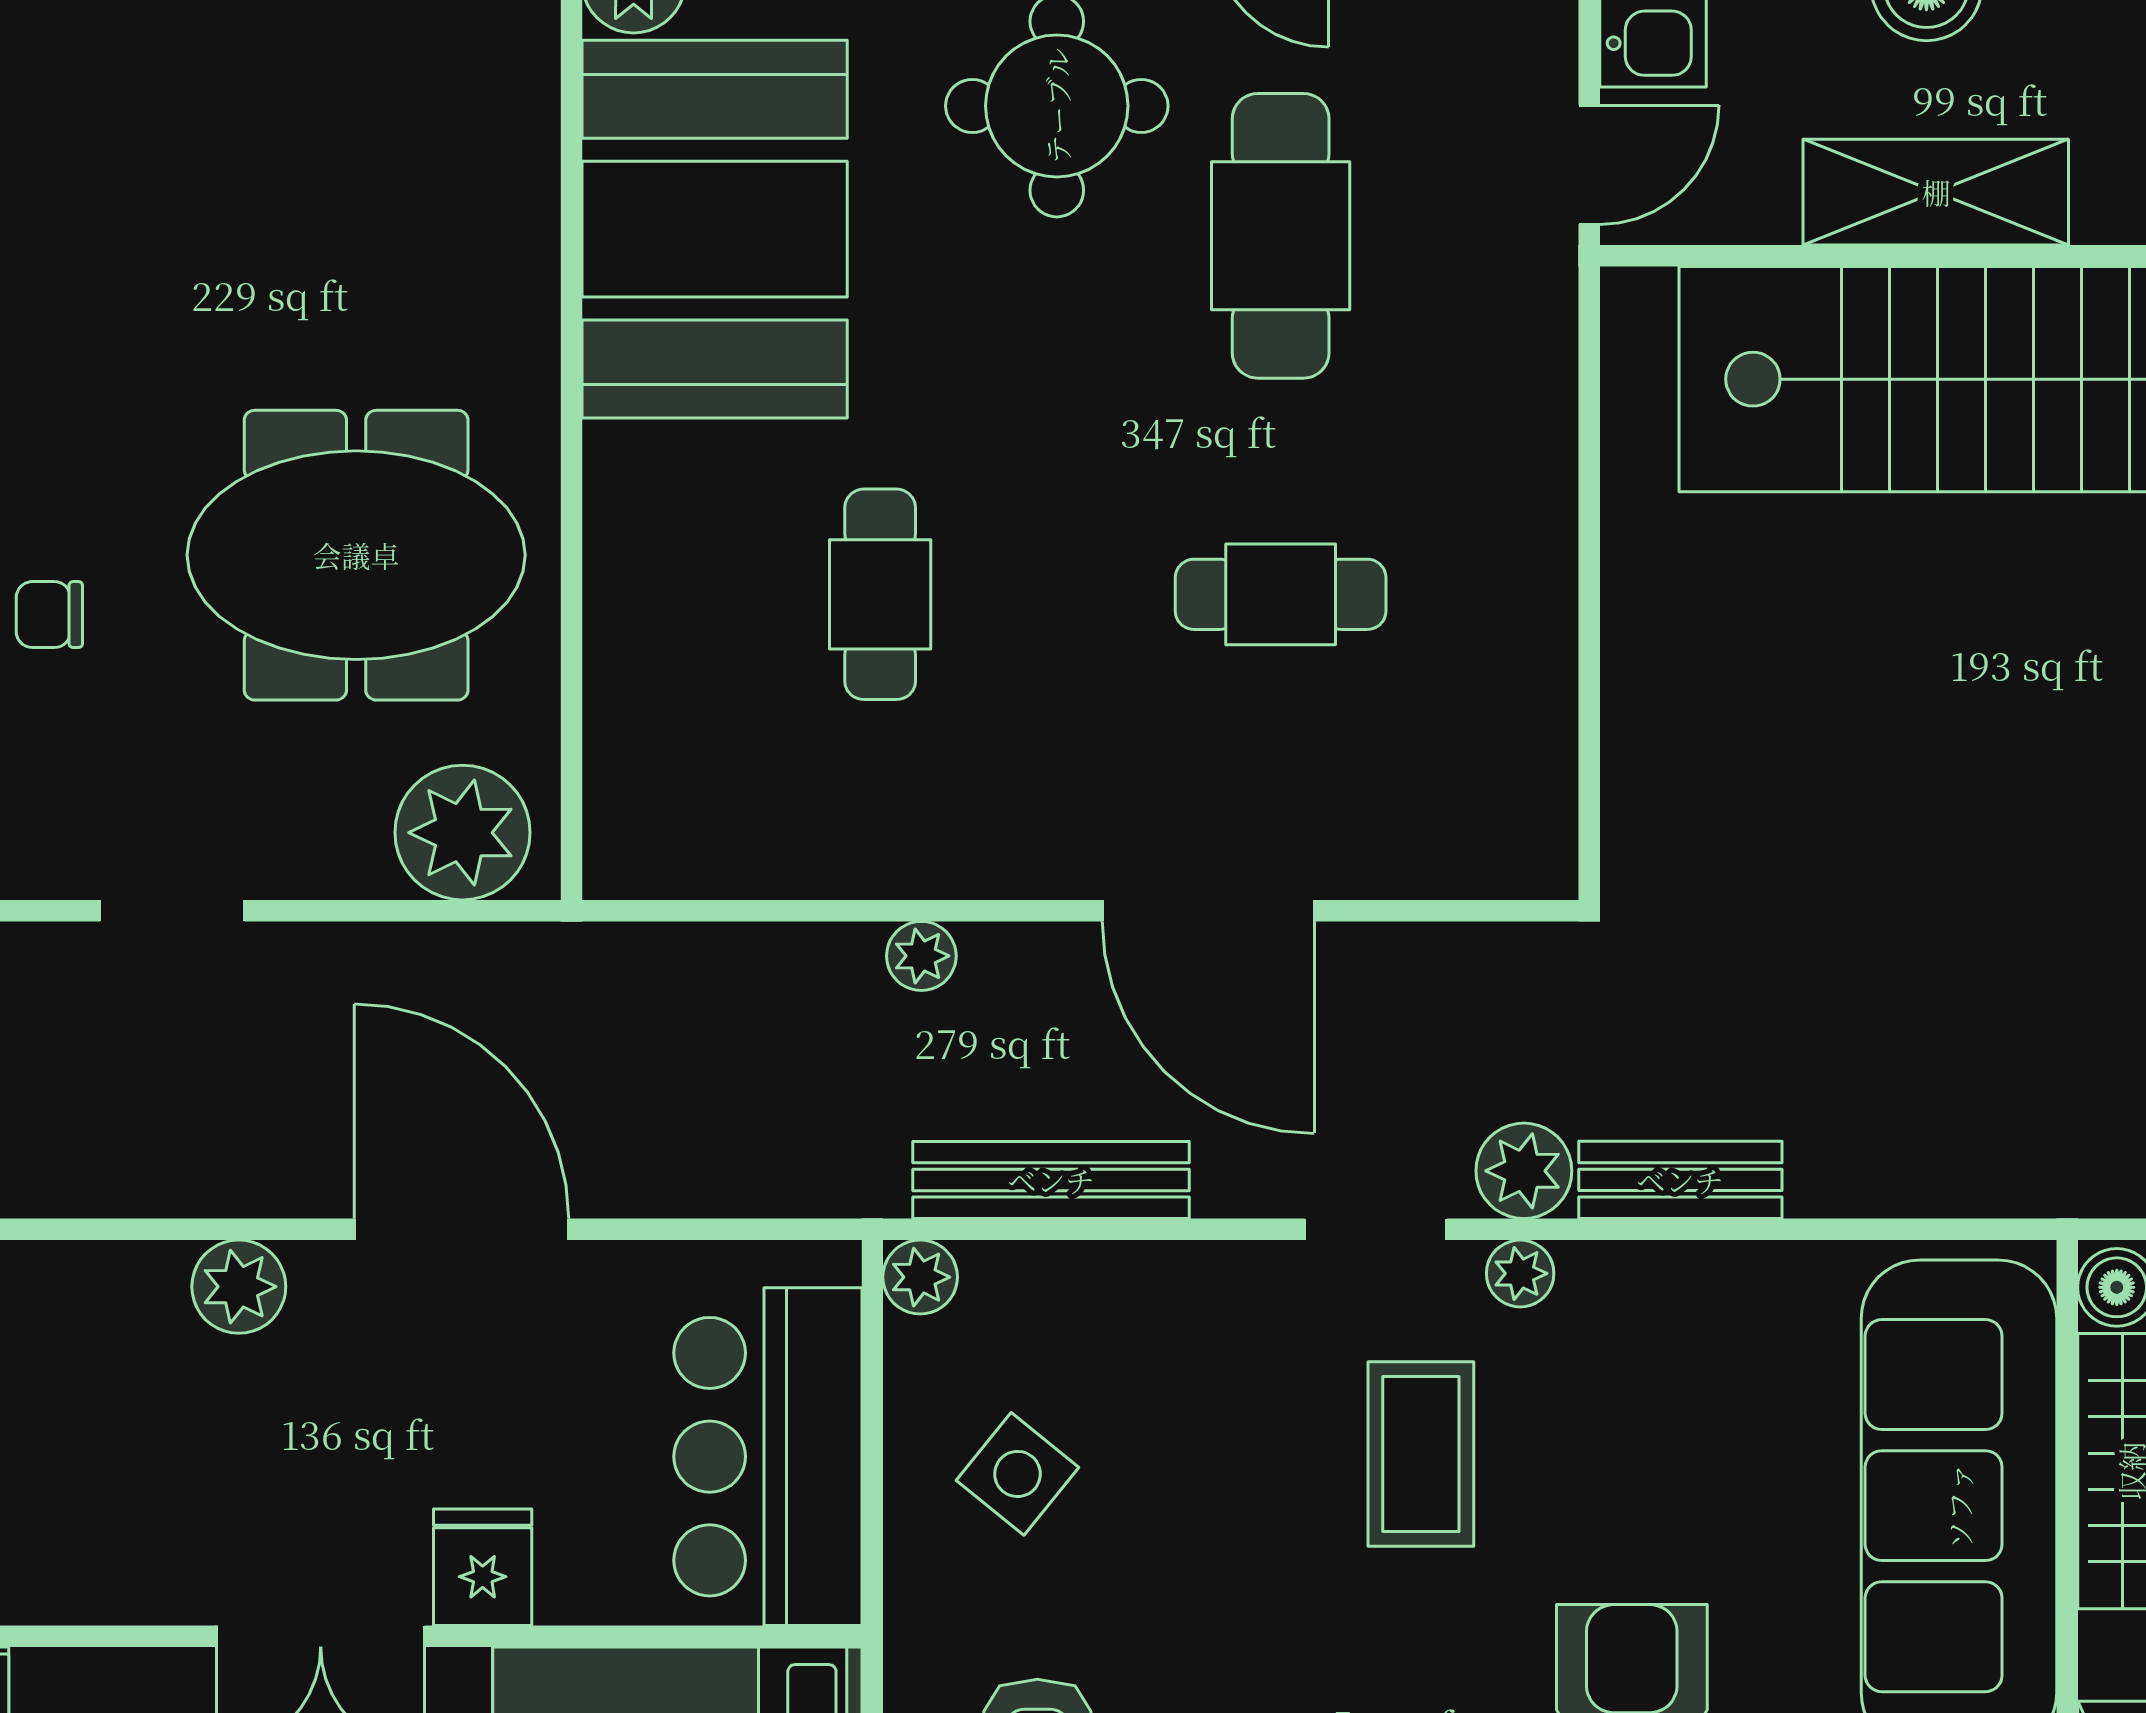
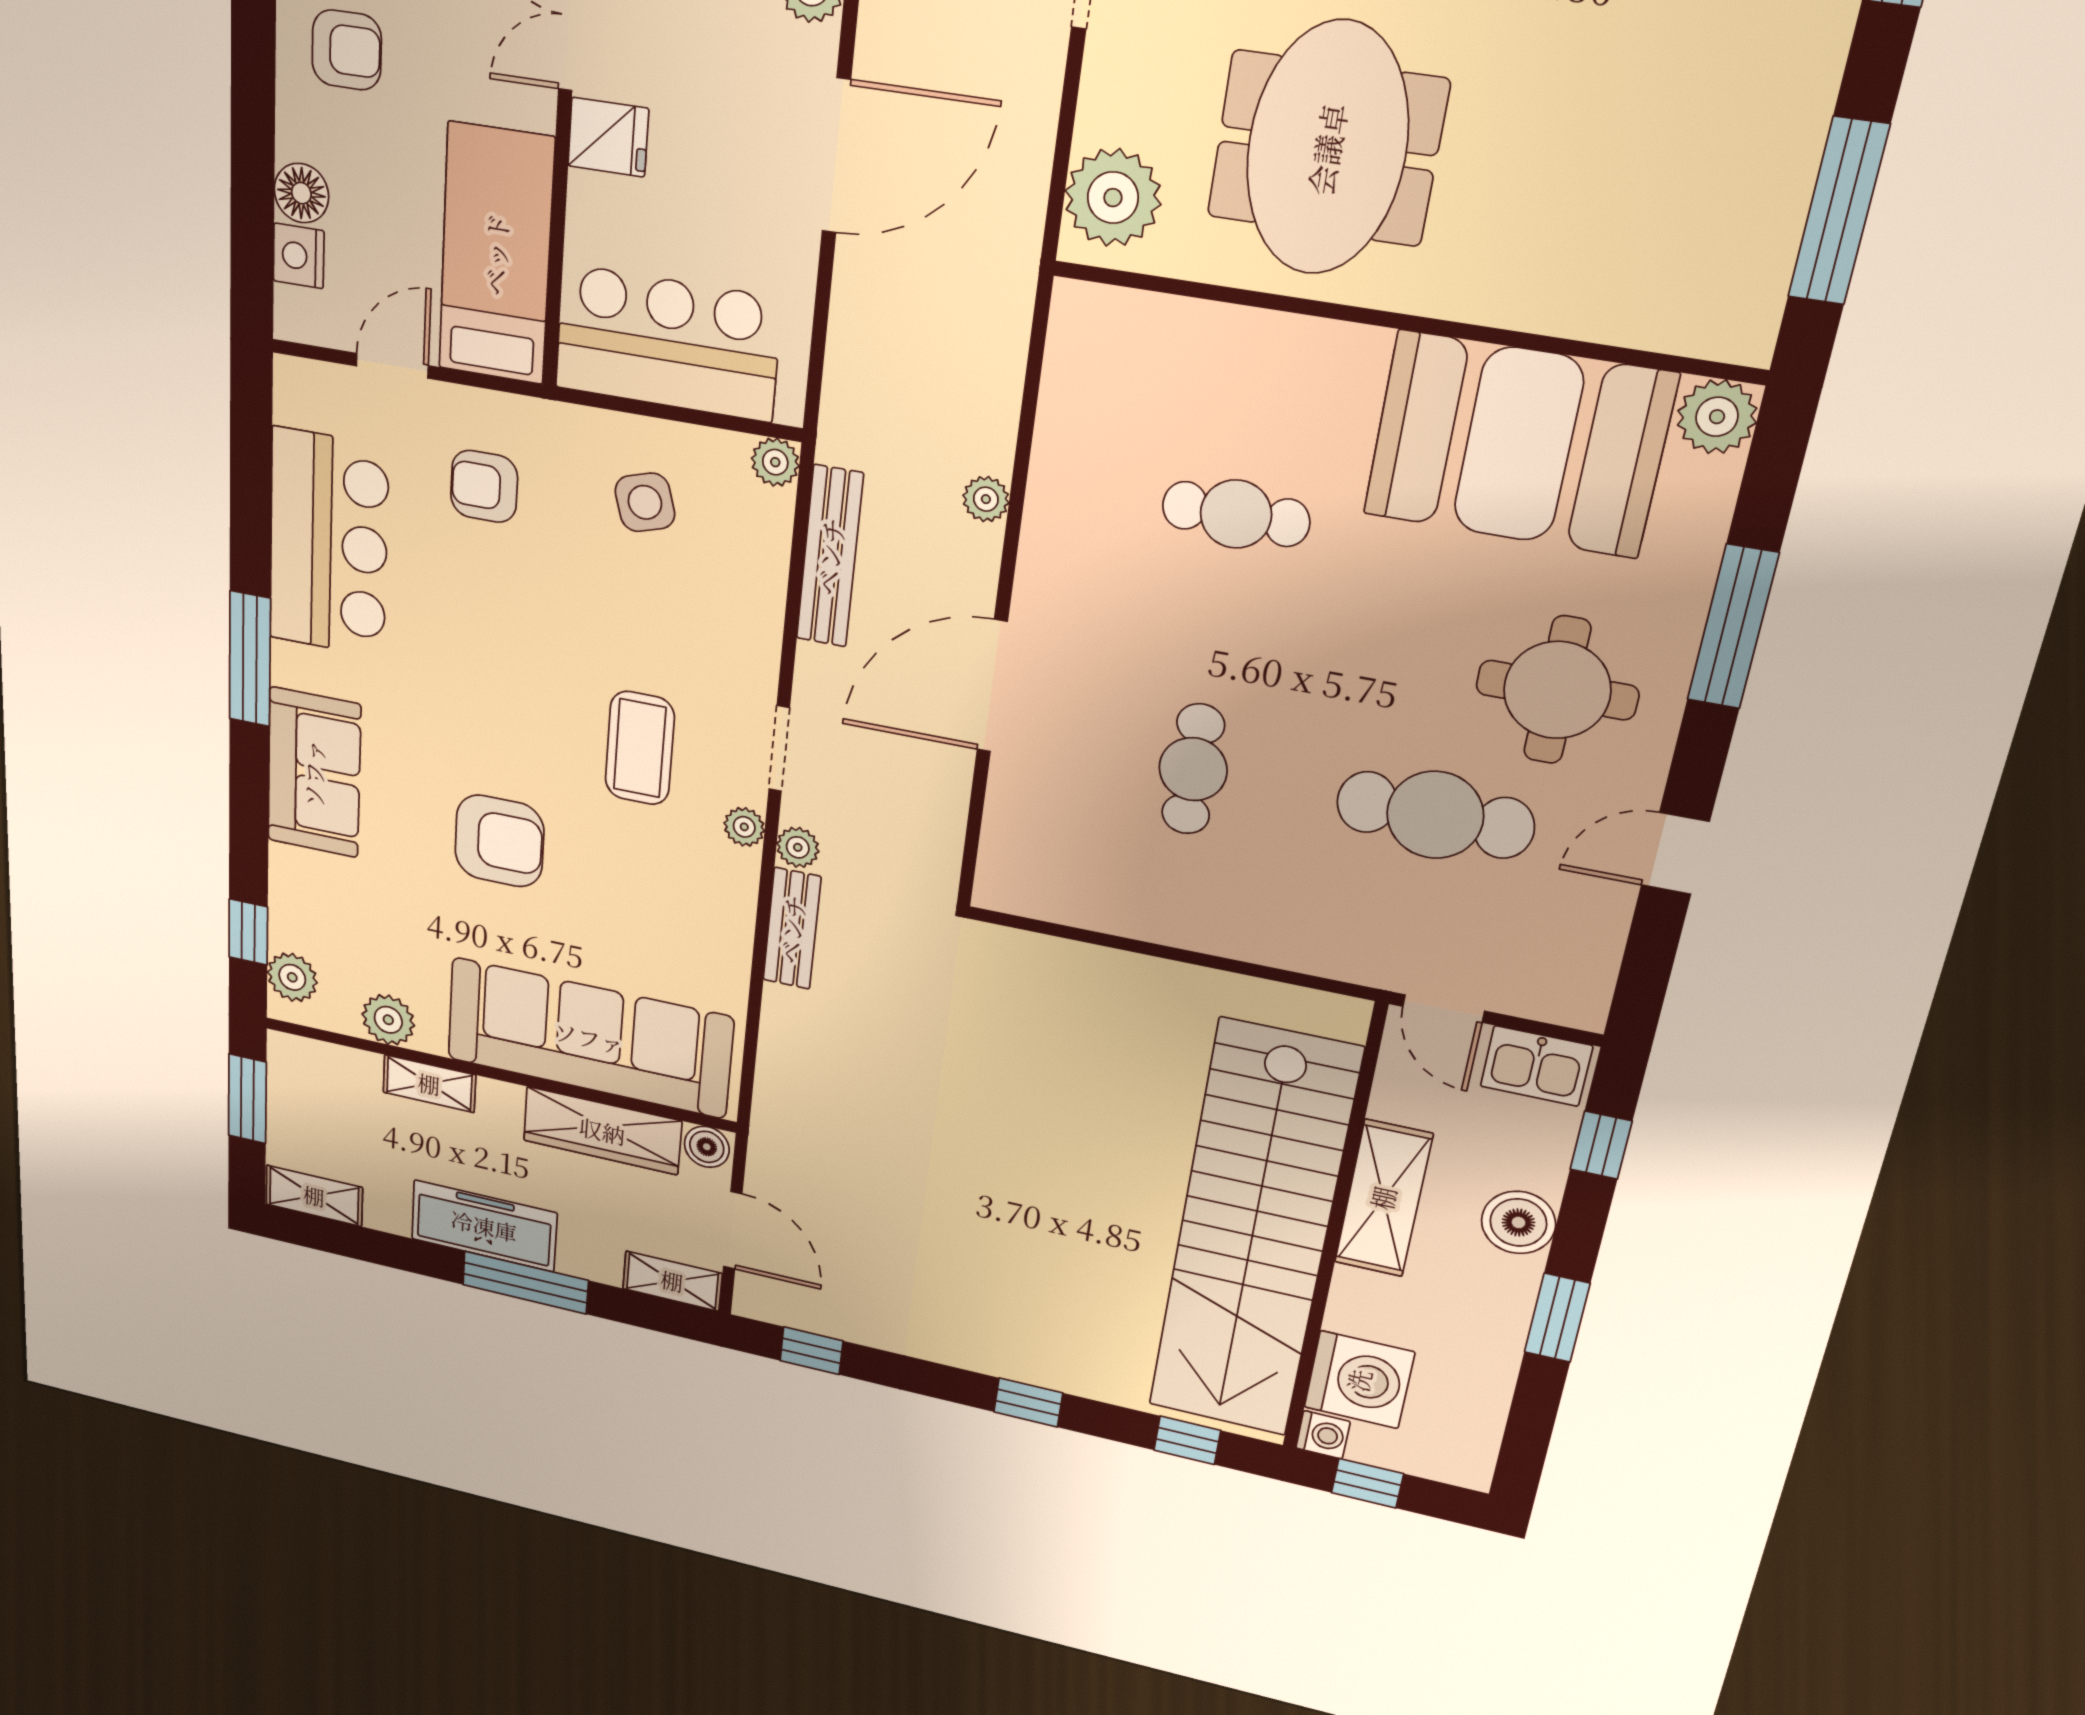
plant: (1524, 1171) -> (798, 847), width x0.73, depth x0.73
coffee table: (1421, 1454) -> (640, 748), turned 90
side table: (1017, 1474) -> (645, 502), turned 34

